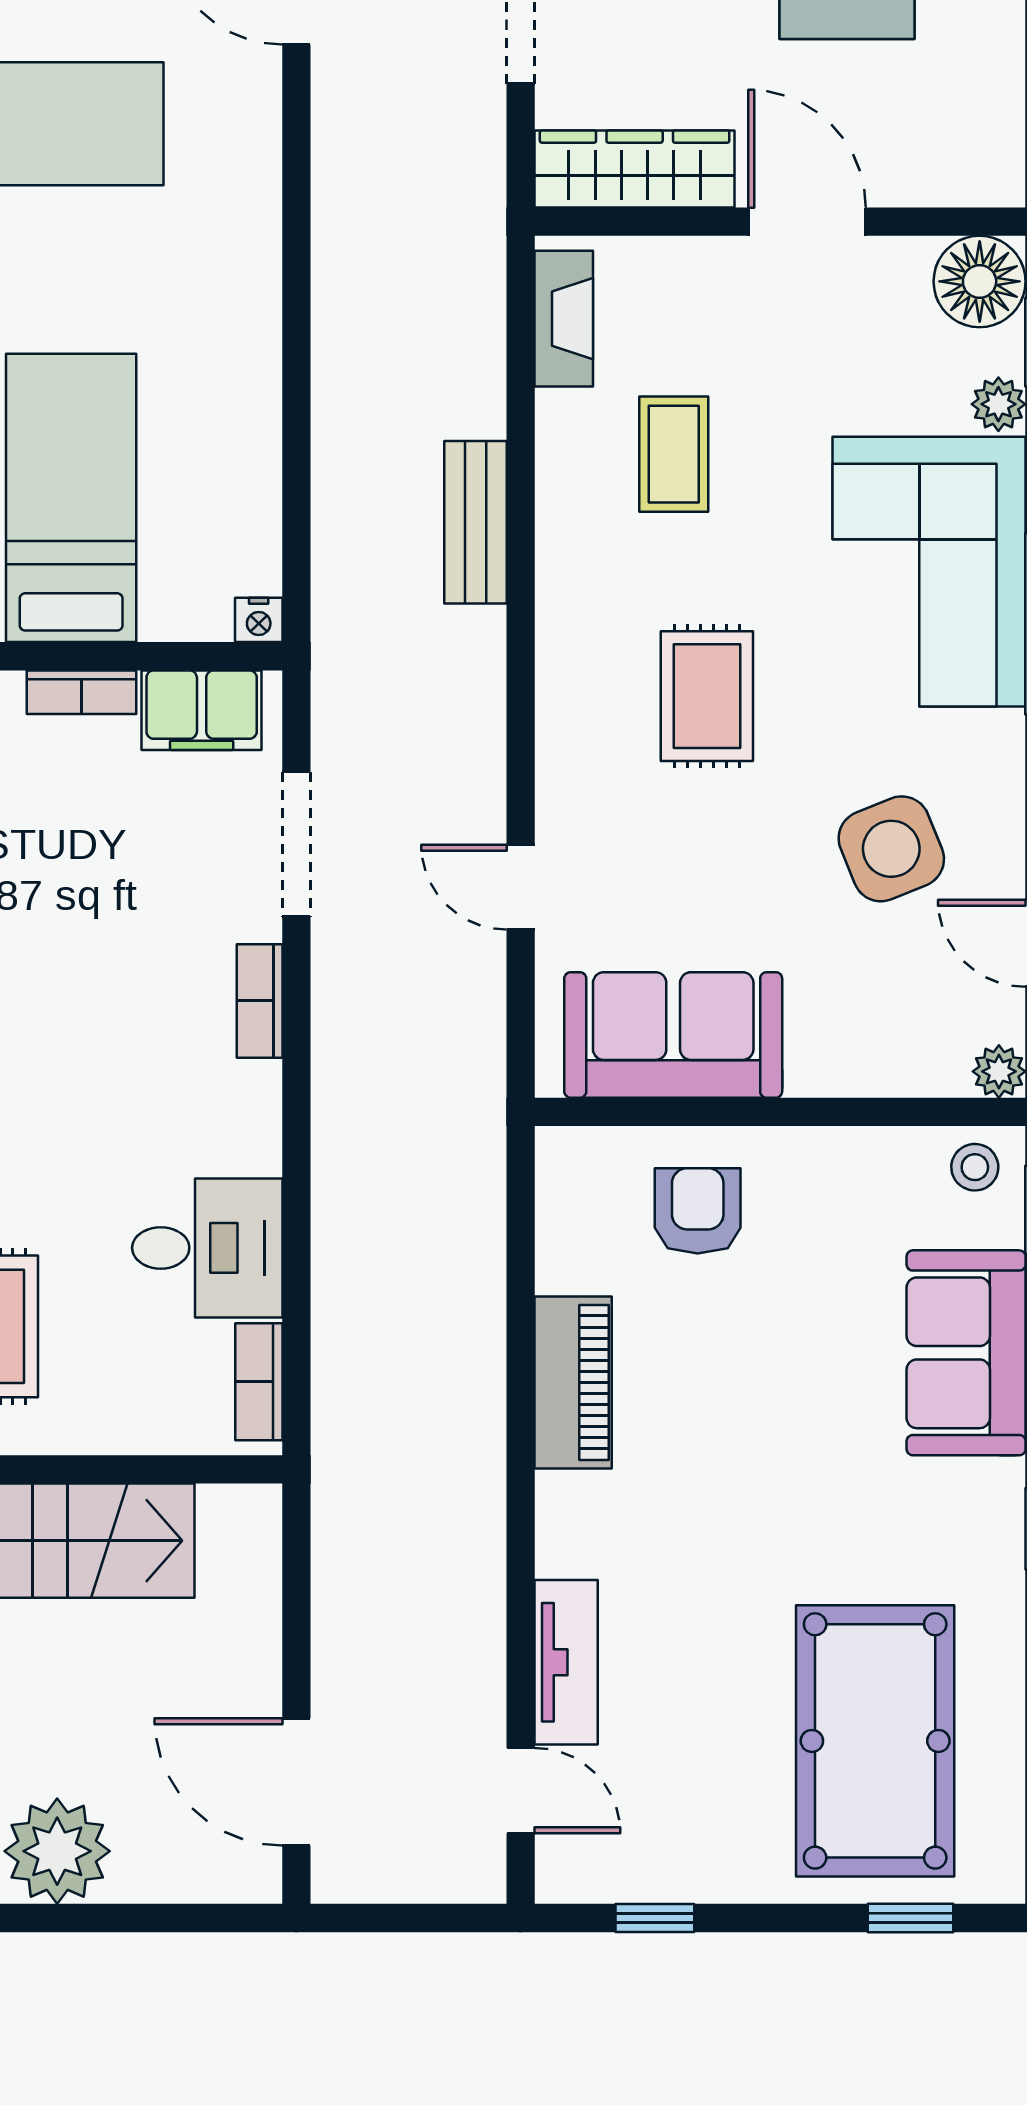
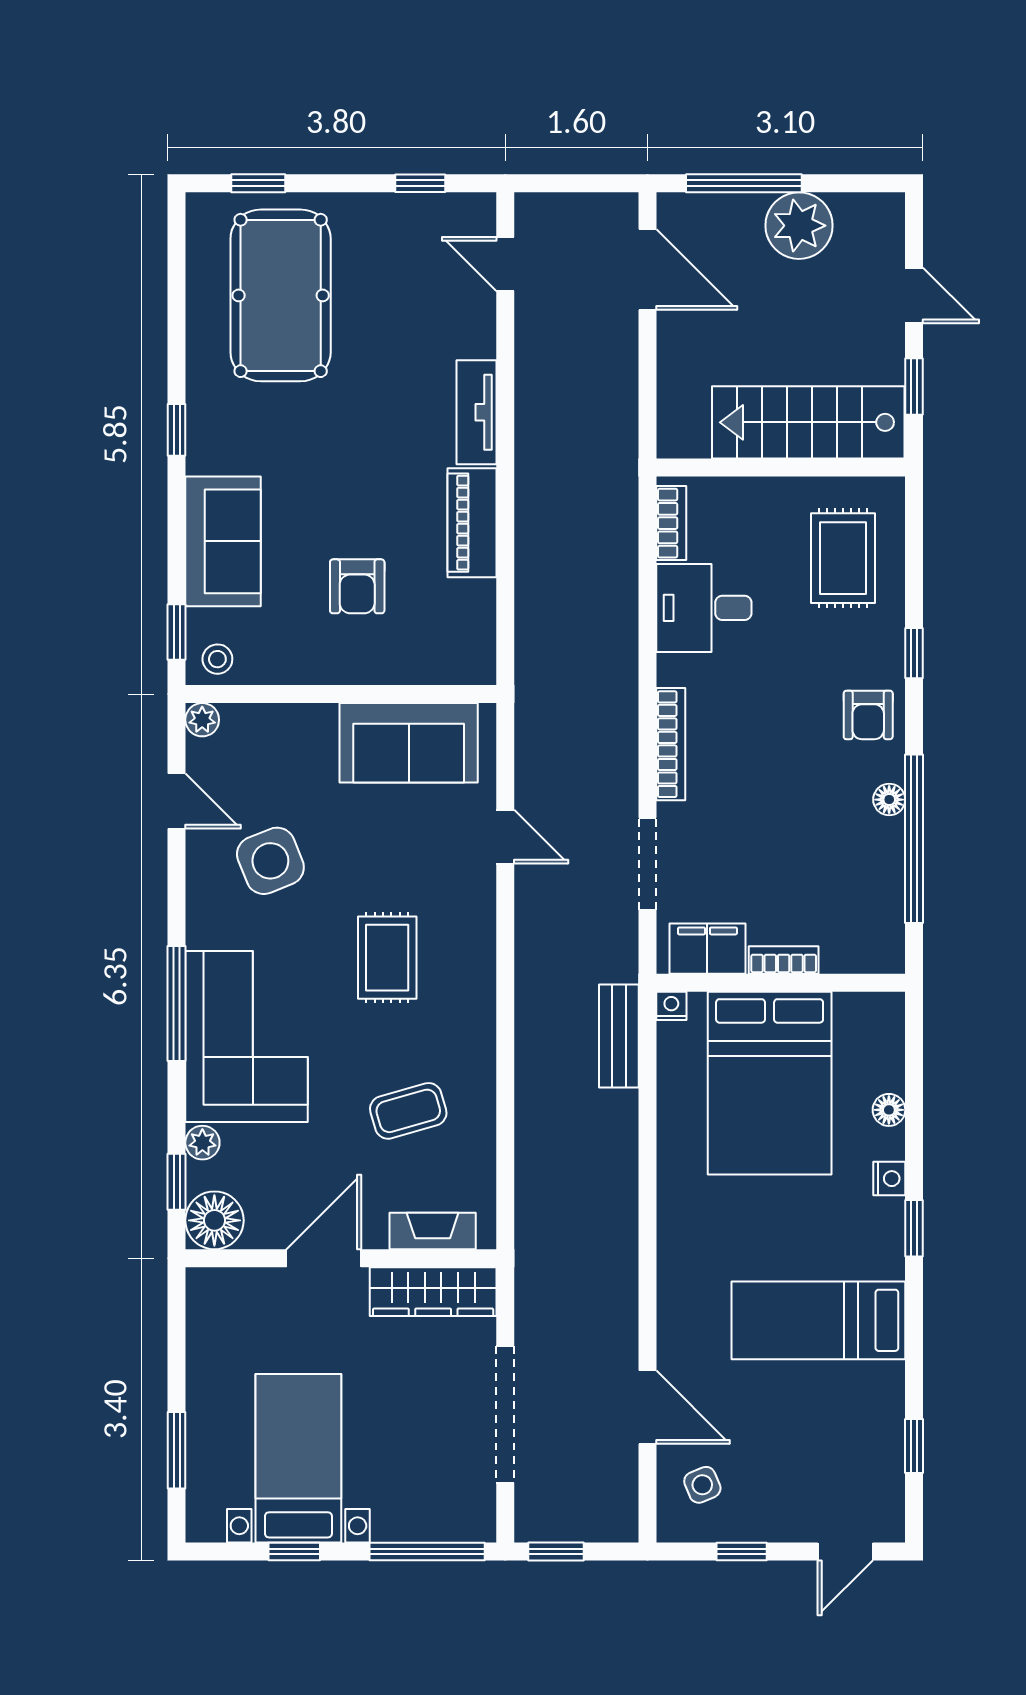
door: (807, 222) -> (324, 1258), swing flipped
fireplace: (564, 319) -> (433, 1231), moved, turned 90
coffee table: (674, 454) -> (408, 1111), turned 74
bed: (71, 498) -> (770, 1083), width x1.50
bench: (476, 522) -> (619, 1036), moved
bookcase: (260, 1001) -> (671, 744), width x1.56
armchair: (698, 1211) -> (357, 586), moved
tv unit: (566, 1662) -> (476, 412), moved
window: (144, 1918) -> (744, 183), added

